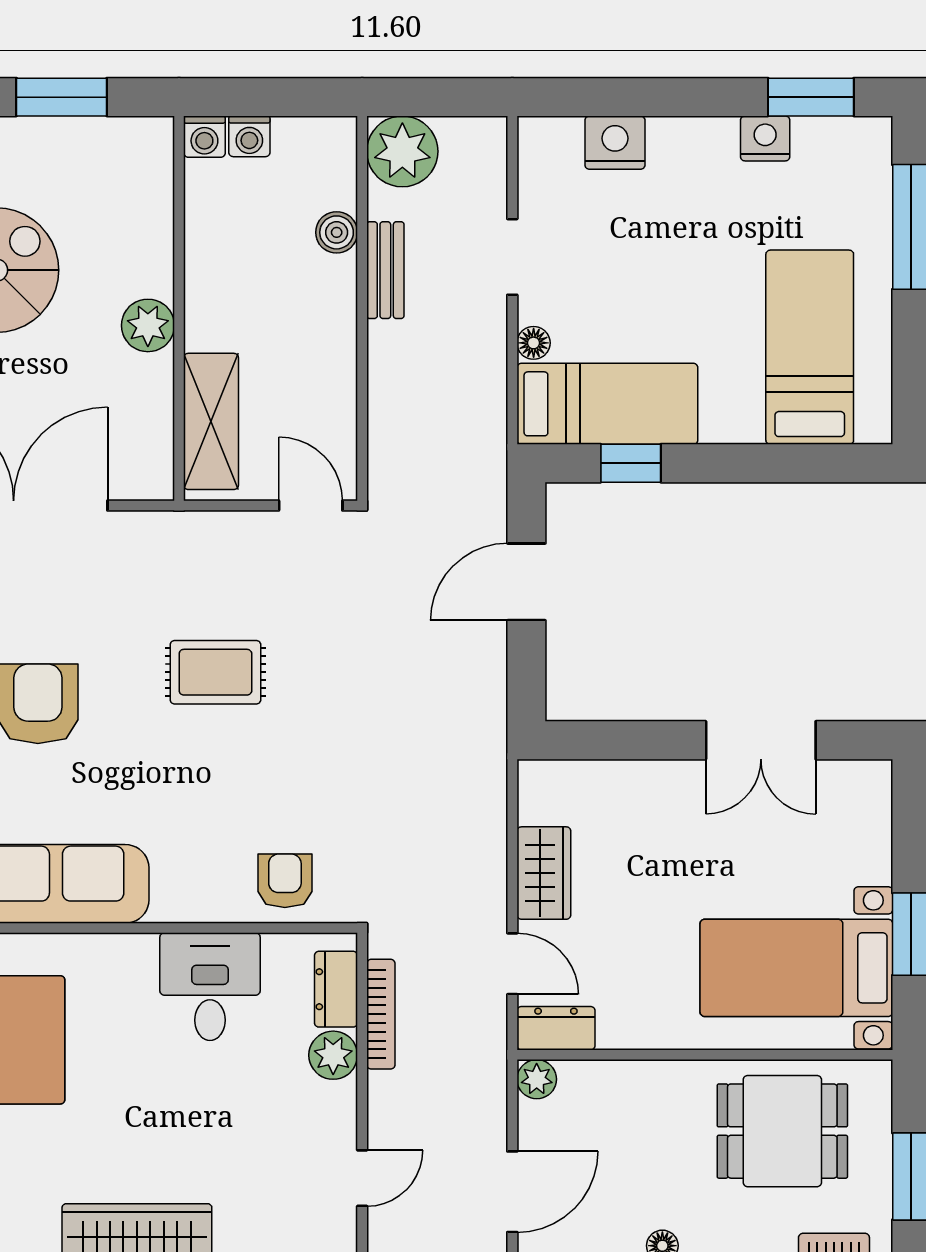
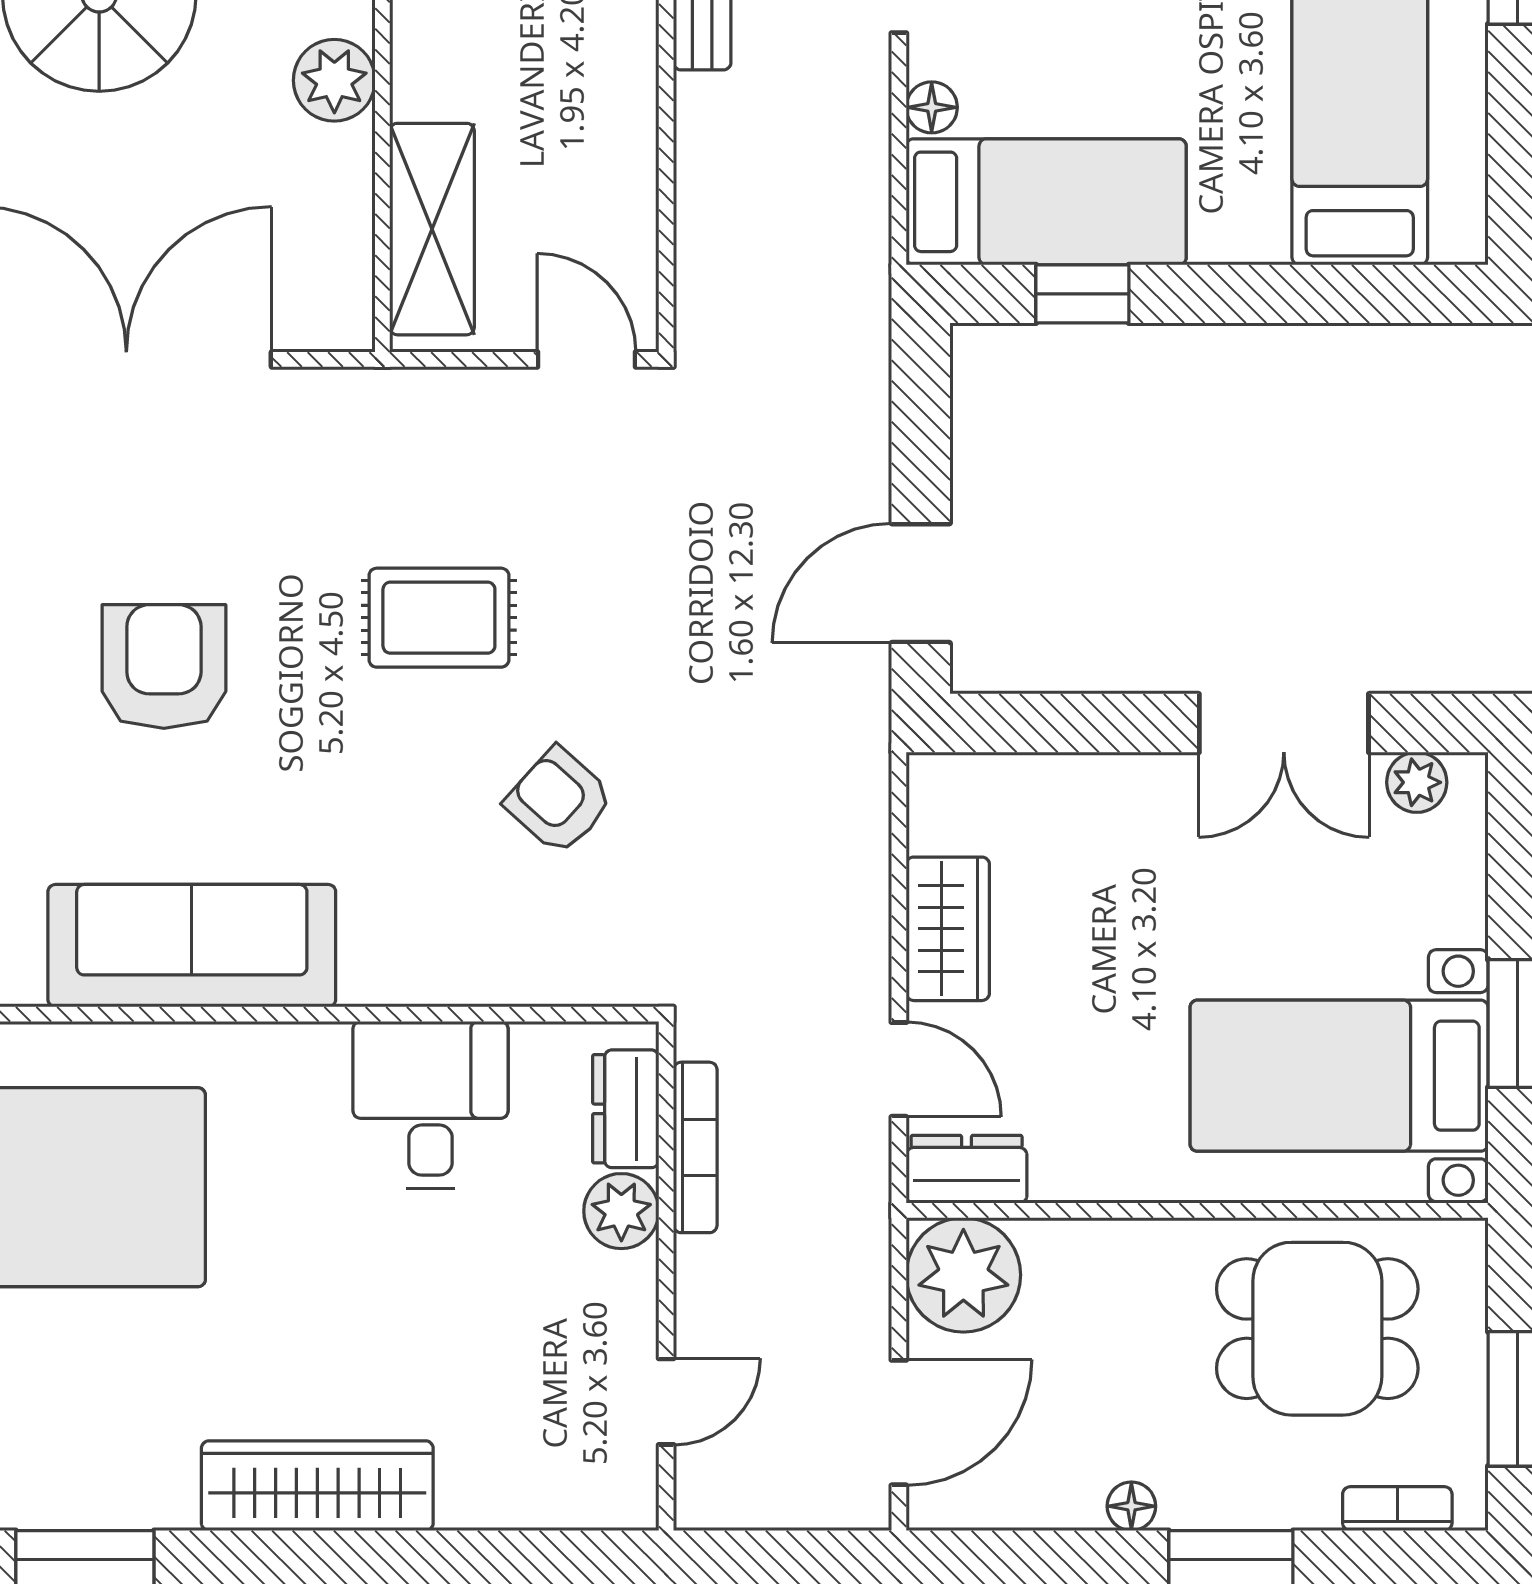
door: (526, 582) -> (921, 583), moved
plant: (847, 778) -> (1417, 782), added
armchair: (285, 881) -> (559, 801), moved, turned -48
plant: (537, 1079) -> (963, 1275), width x1.87, depth x1.87

